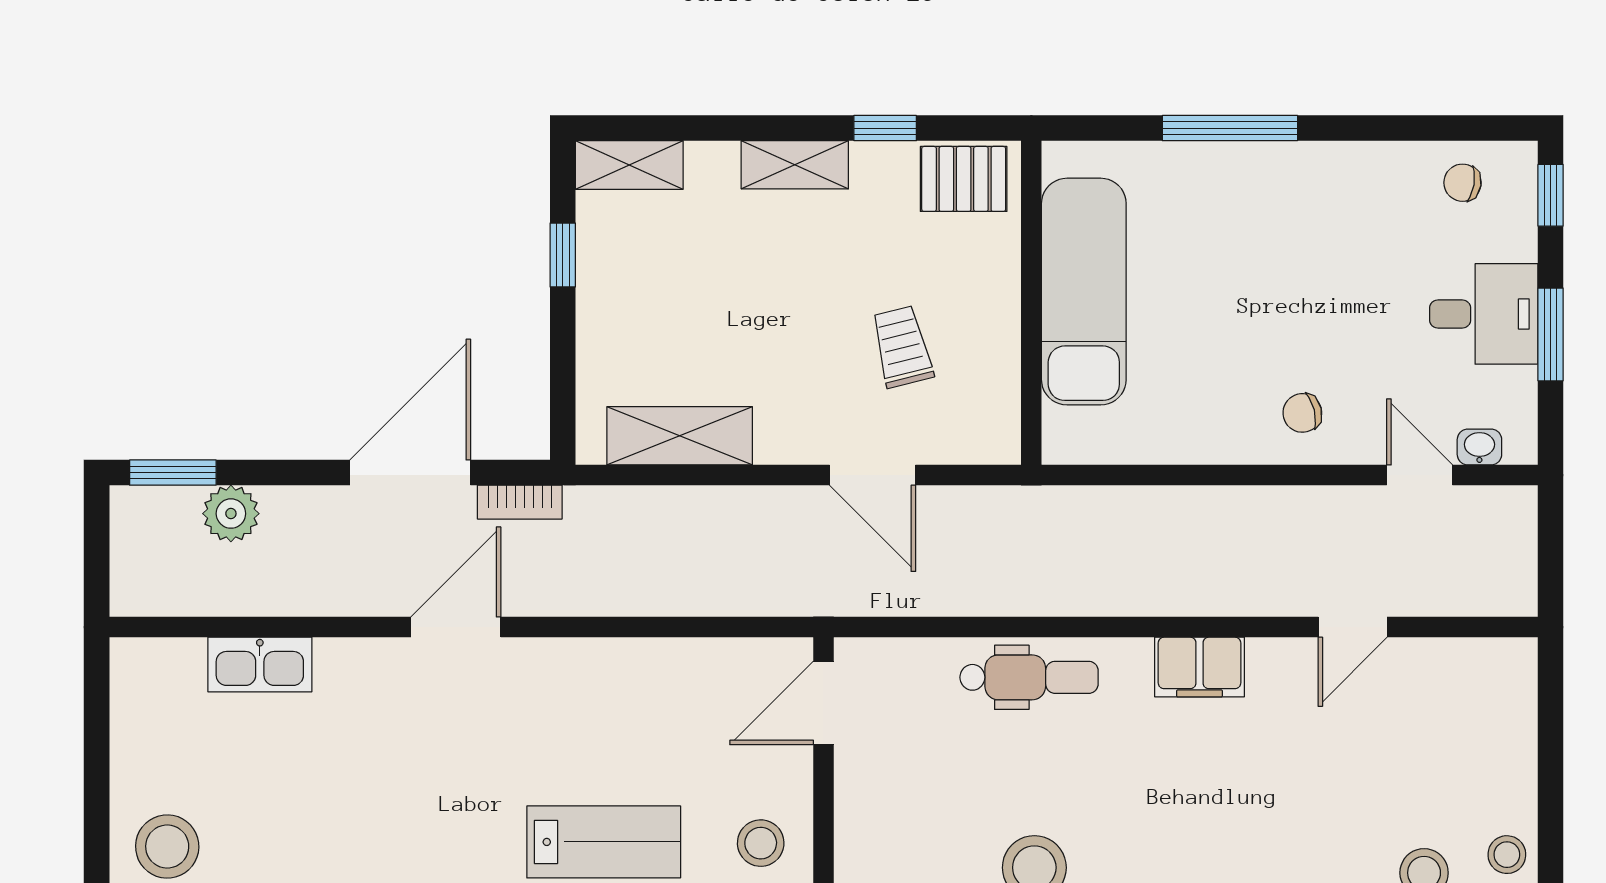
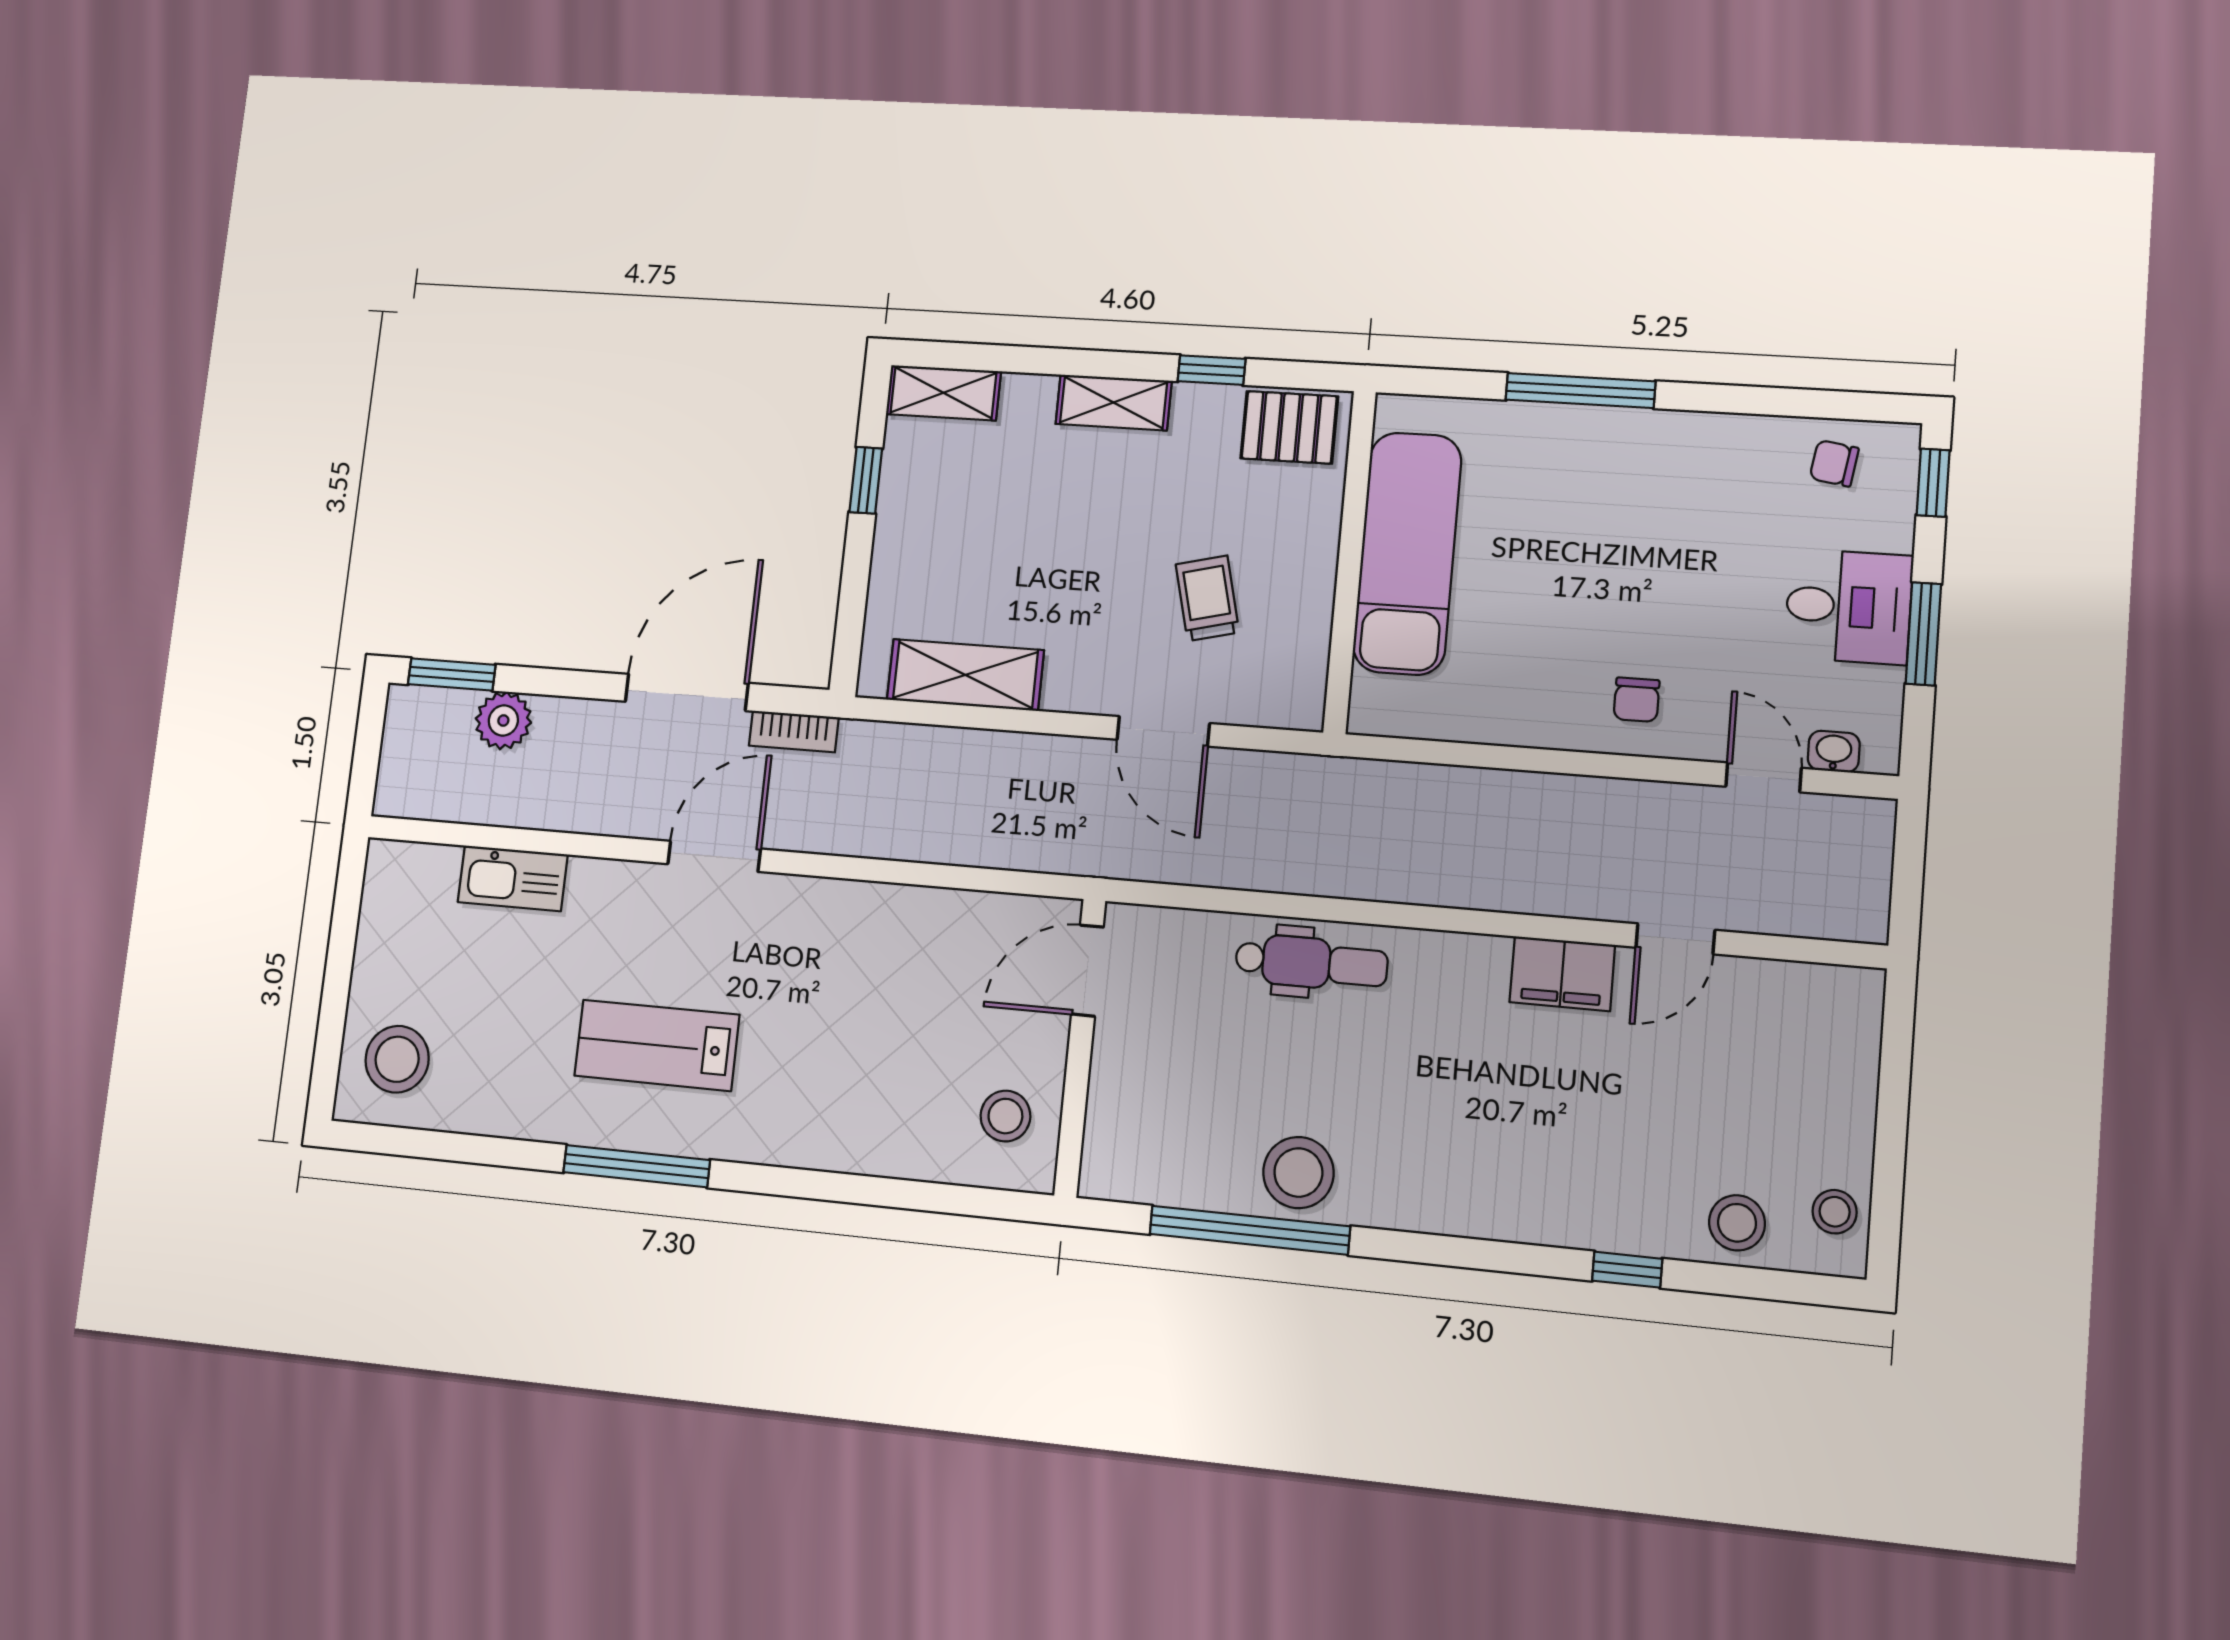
chair: (1302, 413) -> (1637, 700), turned -76
filing cabinet: (1200, 667) -> (1562, 974), moved
lab bench: (604, 842) -> (657, 1045), moved, turned 180

